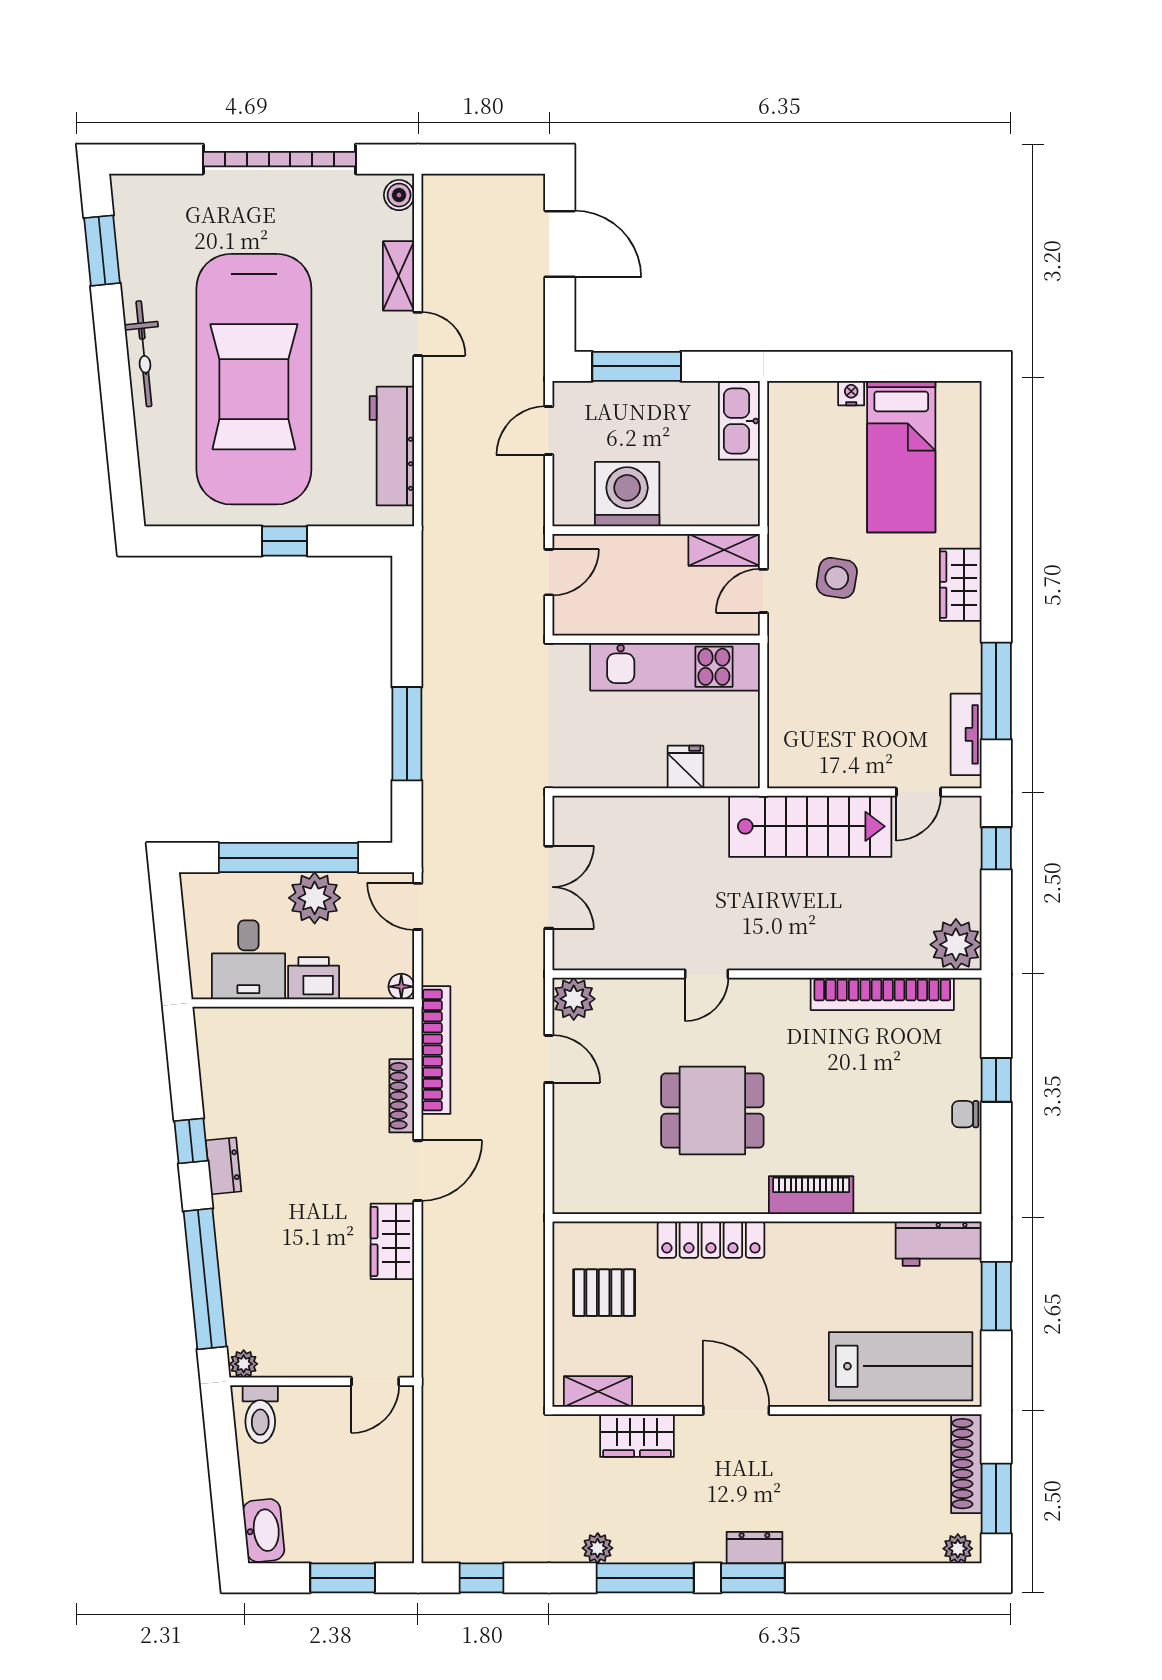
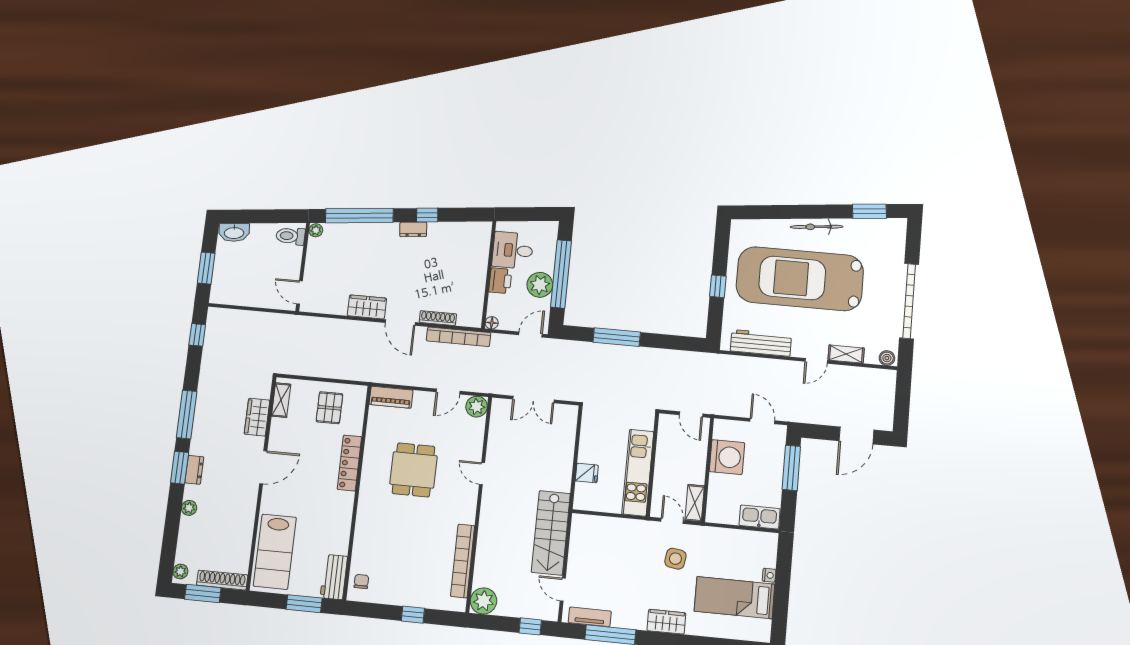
chair: (965, 1114) -> (361, 581), moved
piano: (811, 1195) -> (391, 397), moved, turned 90
plant: (598, 1548) -> (189, 508), moved

